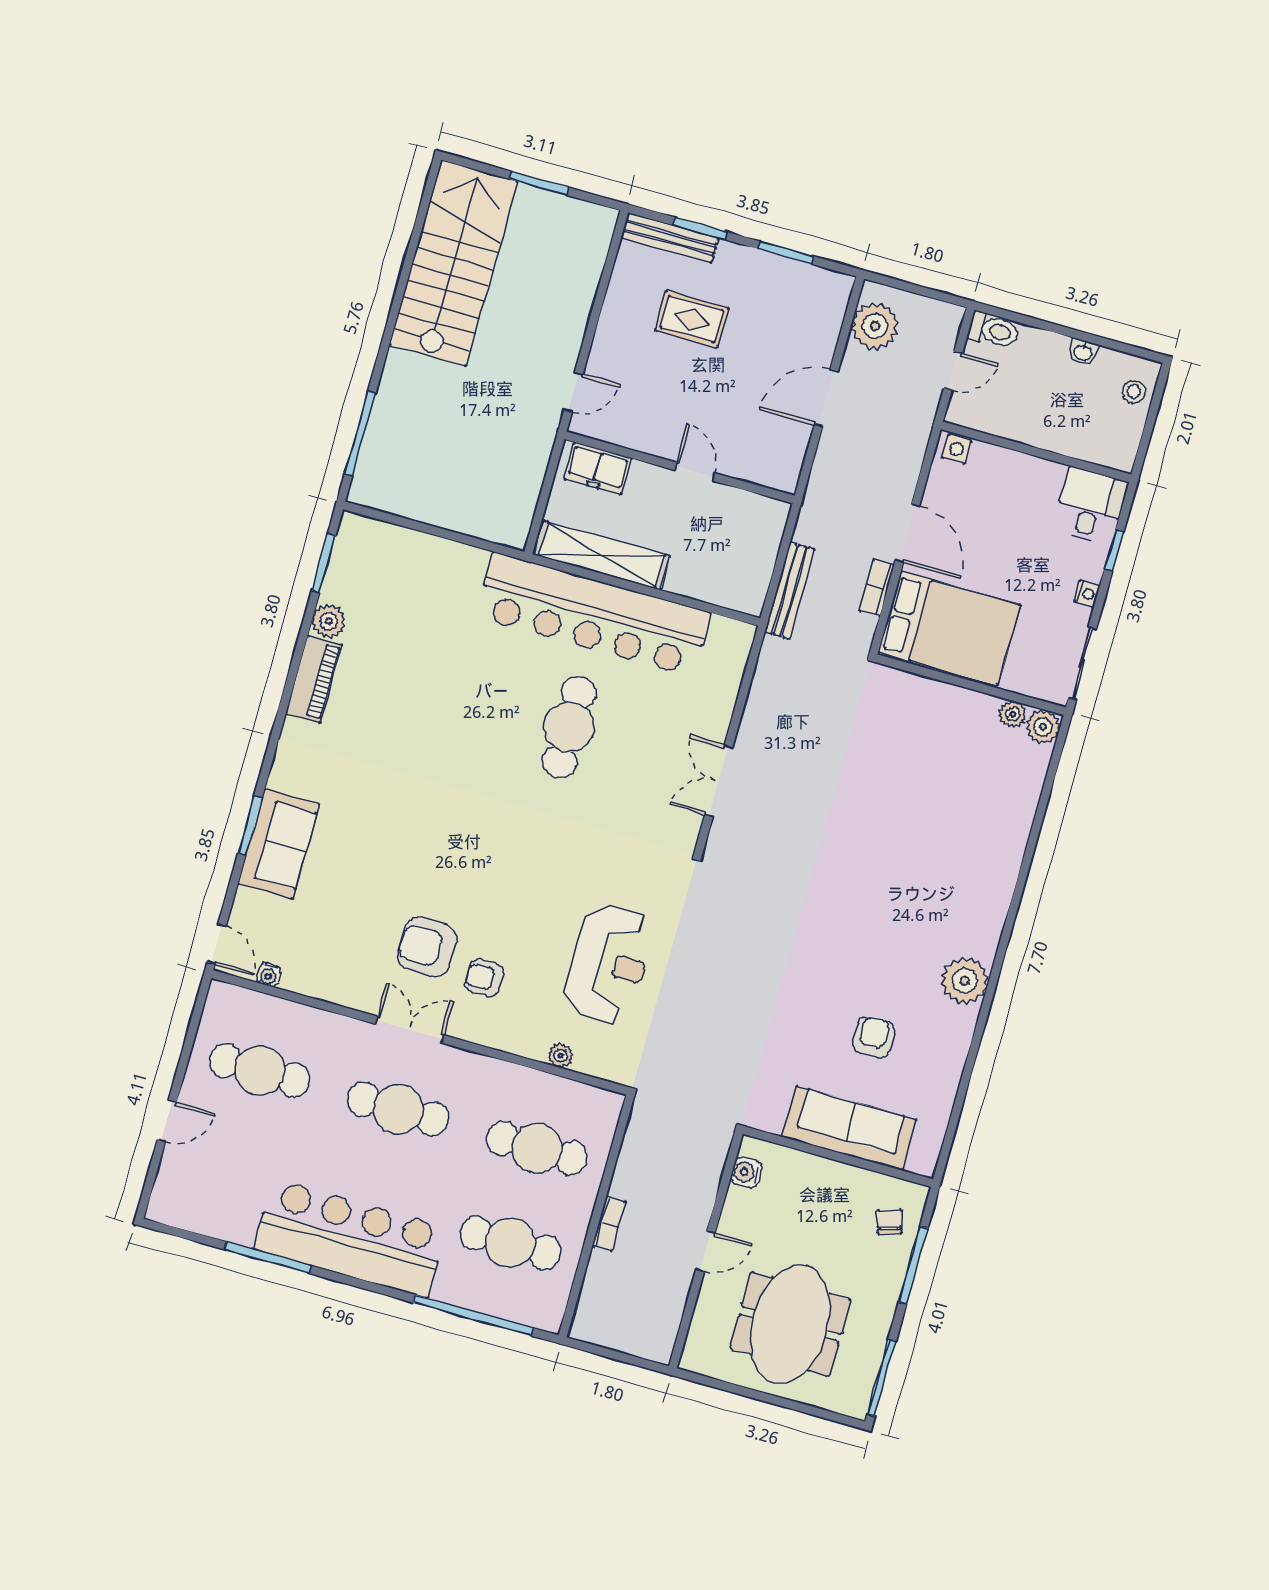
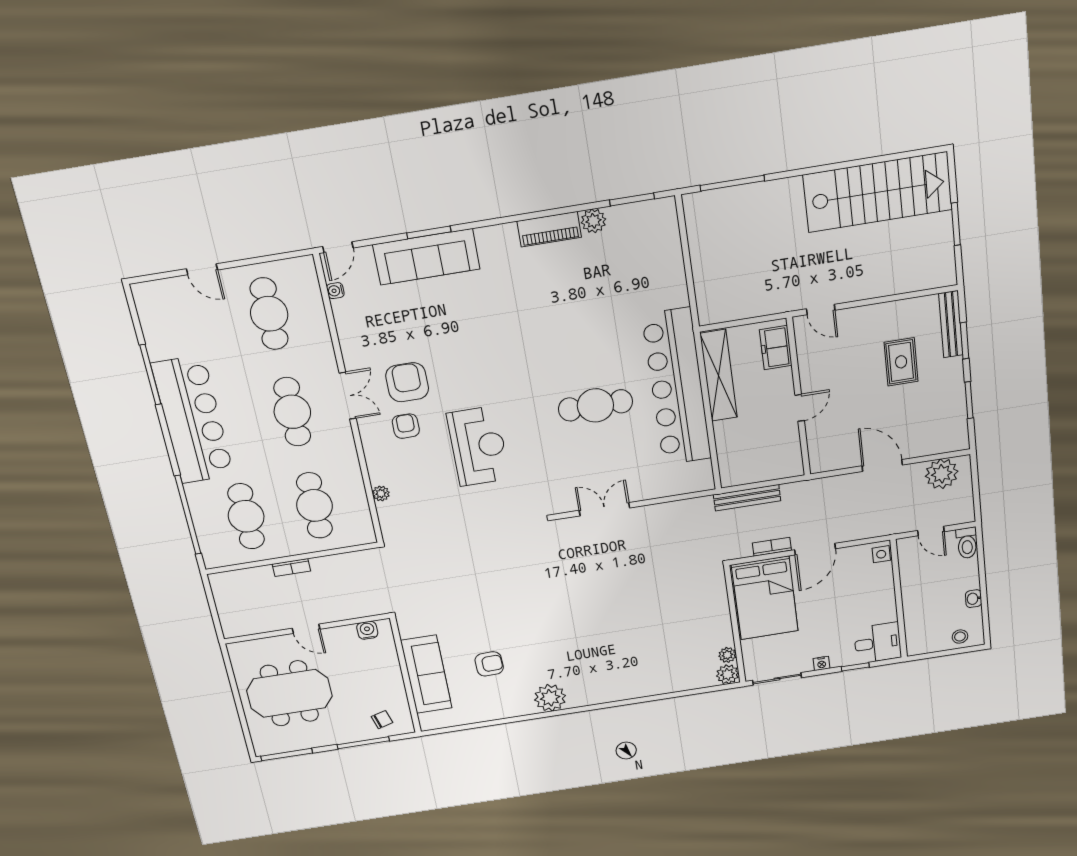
sofa: (279, 844) -> (426, 257), width x1.36
reception desk: (609, 964) -> (478, 446), moved, turned -90

